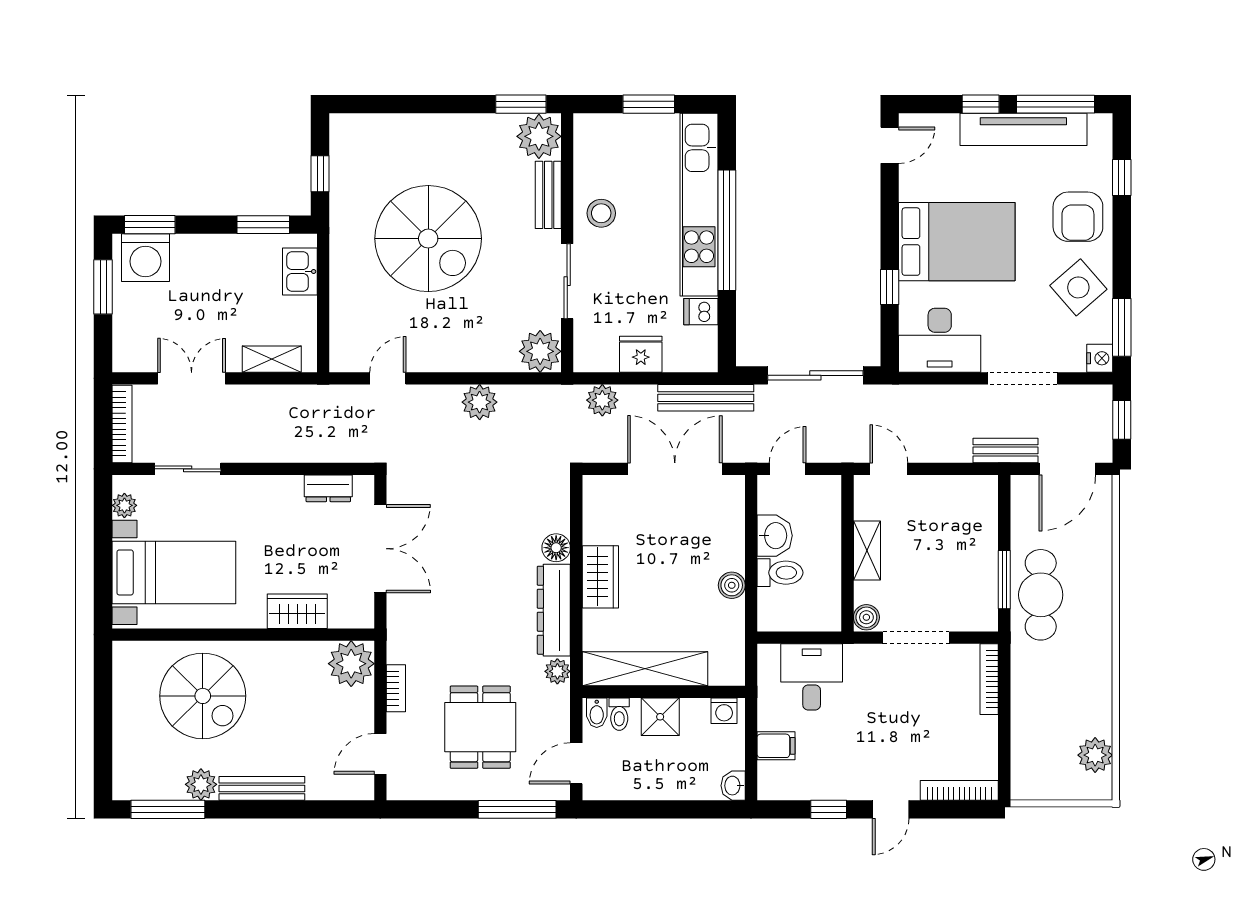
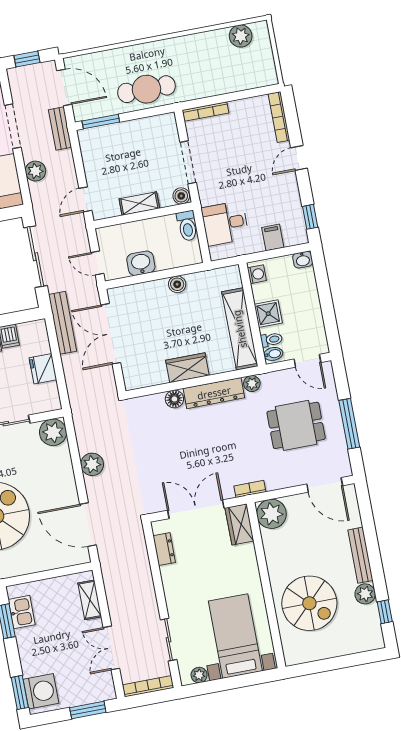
kitchen sink: (300, 271) -> (22, 612), moved, turned -90
window: (103, 287) -> (88, 710), moved
door: (388, 378) -> (88, 525), width x1.87
plant: (602, 400) -> (35, 171), moved
toilet: (780, 573) -> (187, 226), moved, turned 180
window: (1004, 580) -> (101, 122), moved
wardrobe: (297, 611) -> (239, 524), moved
bookcase: (396, 688) -> (250, 489), moved
spiral stairs: (203, 696) -> (309, 603), turned 90
door: (380, 754) -> (325, 485), width x1.38
window: (168, 809) -> (385, 612), width x0.46
window: (517, 809) -> (349, 424), moved
window: (829, 809) -> (310, 217), moved
door: (891, 809) -> (299, 158), swing flipped

